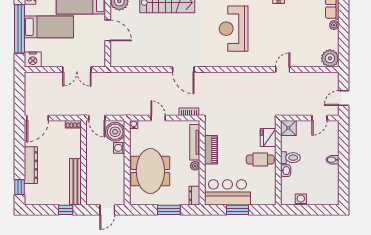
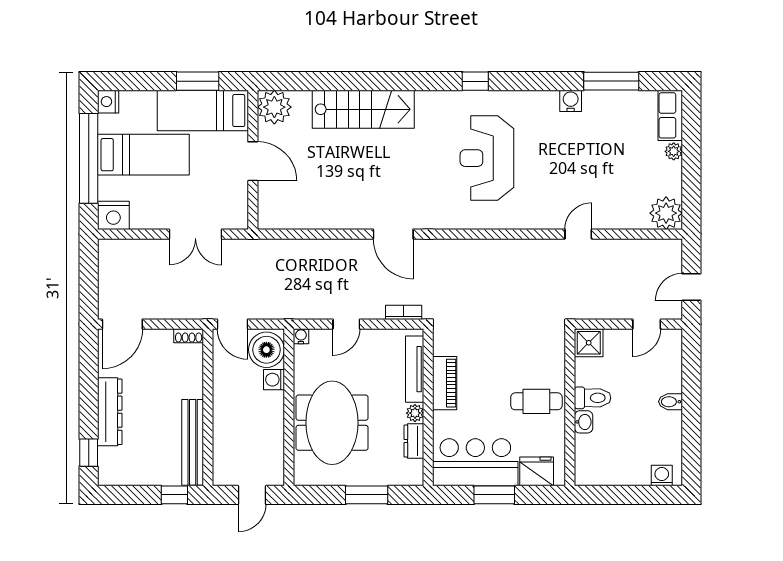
door: (158, 118) -> (346, 324), swing flipped
fridge: (268, 137) -> (537, 471), moved, turned 90
dresser: (194, 196) -> (414, 441), moved
washing machine: (301, 199) -> (662, 476), moved

